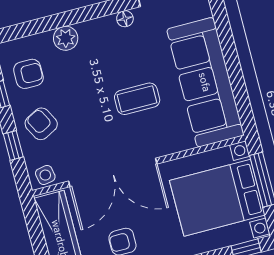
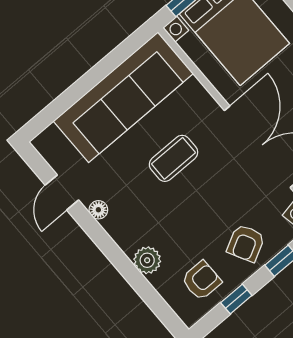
armchair: (28, 74) -> (201, 280), turned 90
coffee table: (137, 99) -> (174, 158), turned 90

